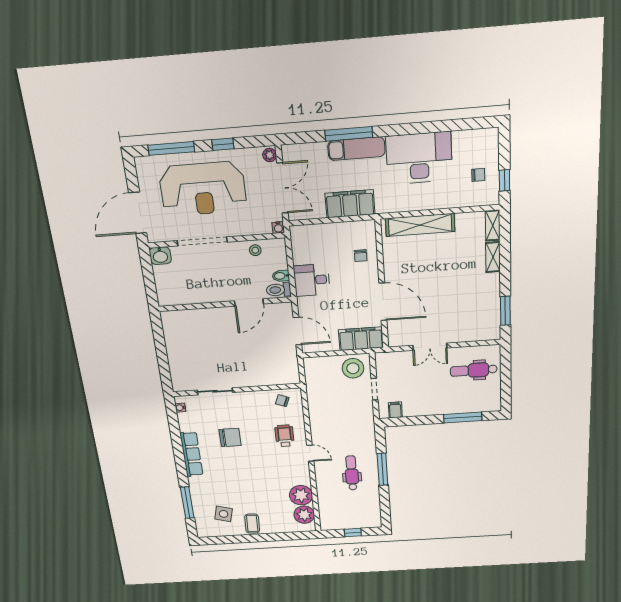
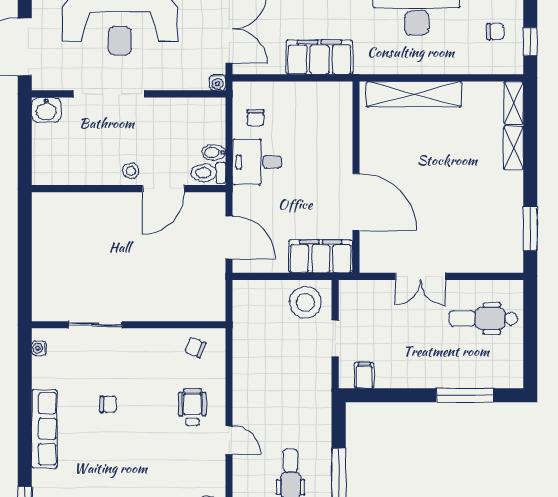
stool: (255, 250) -> (131, 171), moved
chair: (361, 256) -> (256, 118), moved
chair: (230, 438) -> (108, 404), width x0.54, depth x0.54

